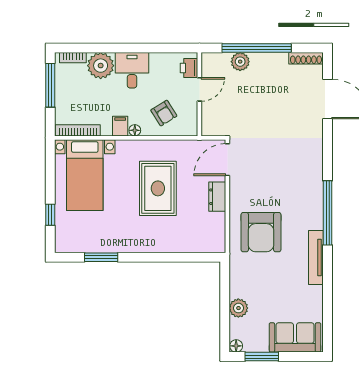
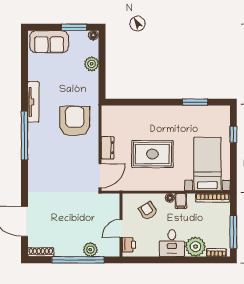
rug: (158, 188) -> (152, 154), turned 90

